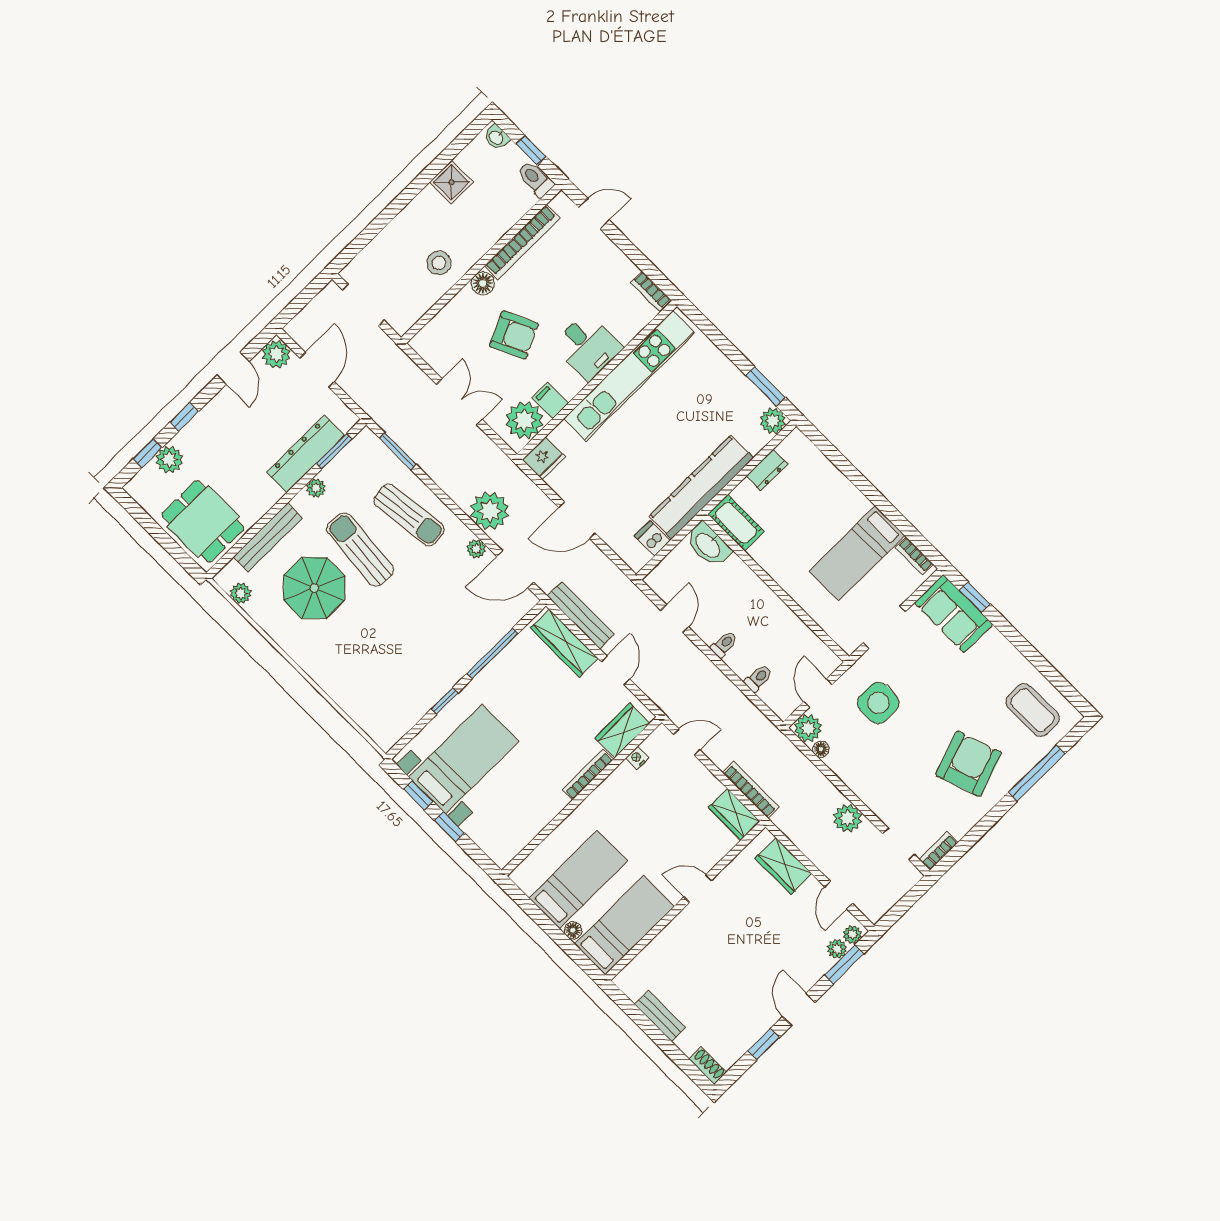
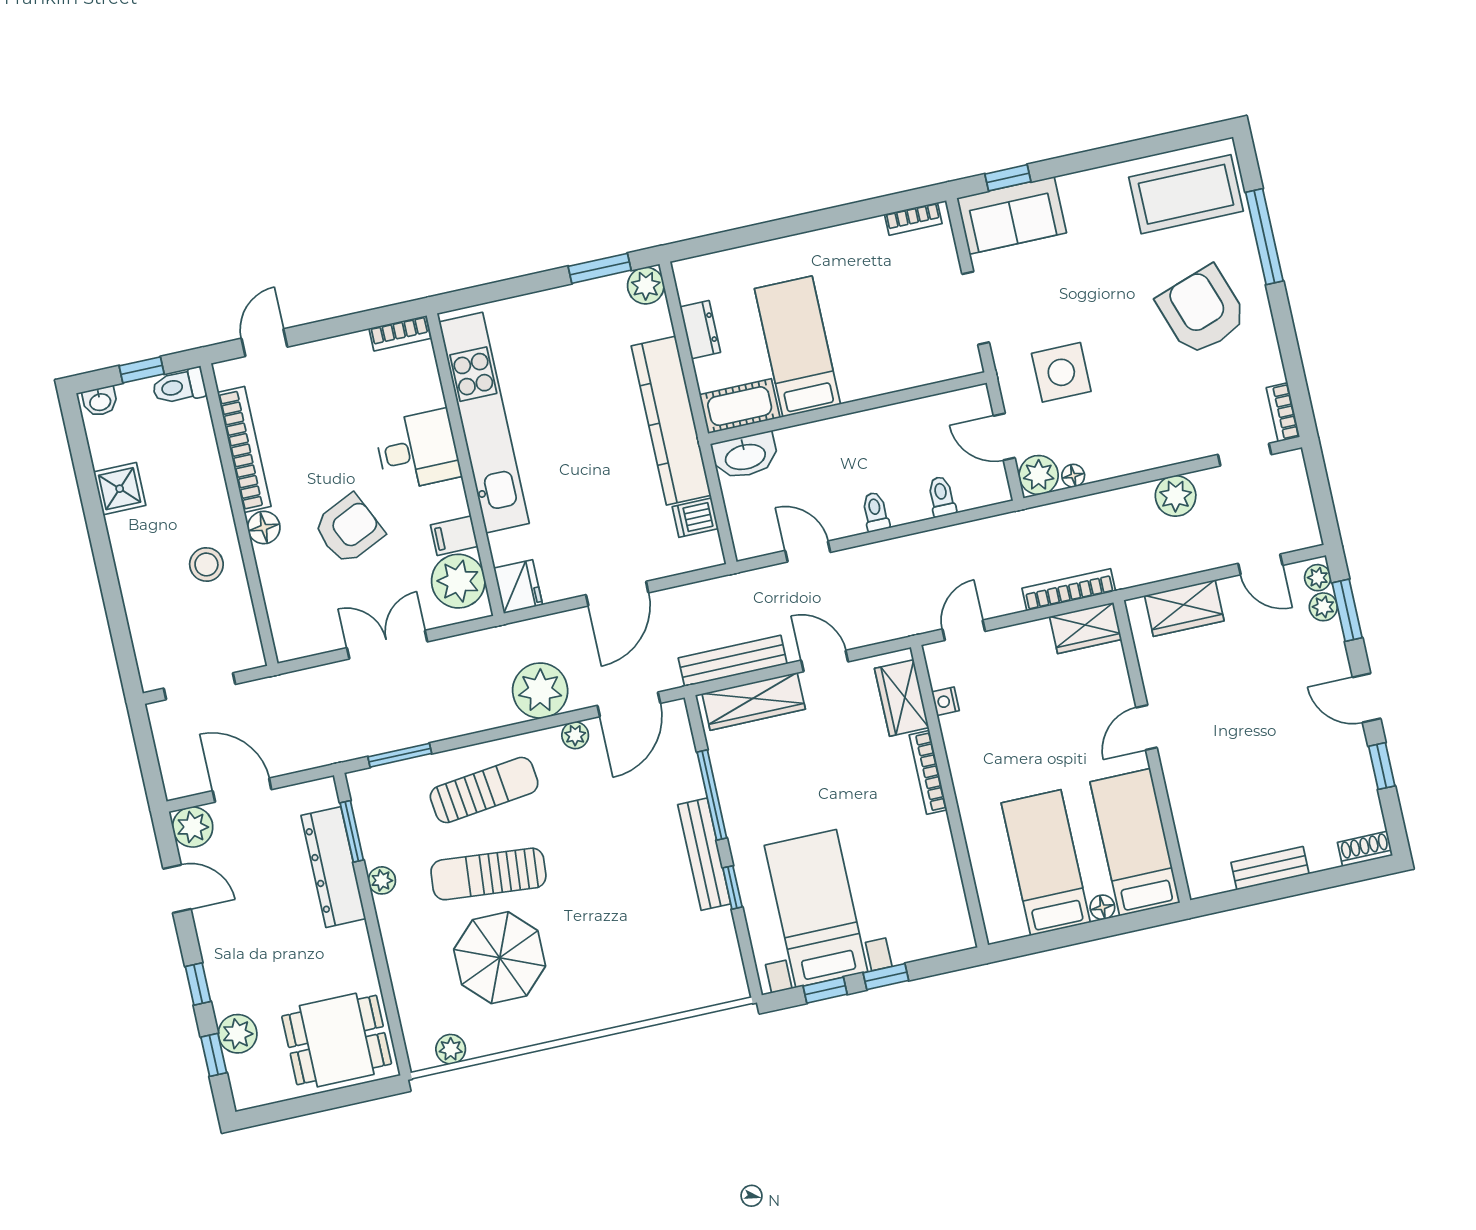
bench: (268, 537) -> (704, 854), moved
bed: (857, 553) -> (797, 347), moved, turned 180
coffee table: (1032, 710) -> (1186, 194), width x1.36, depth x1.32

